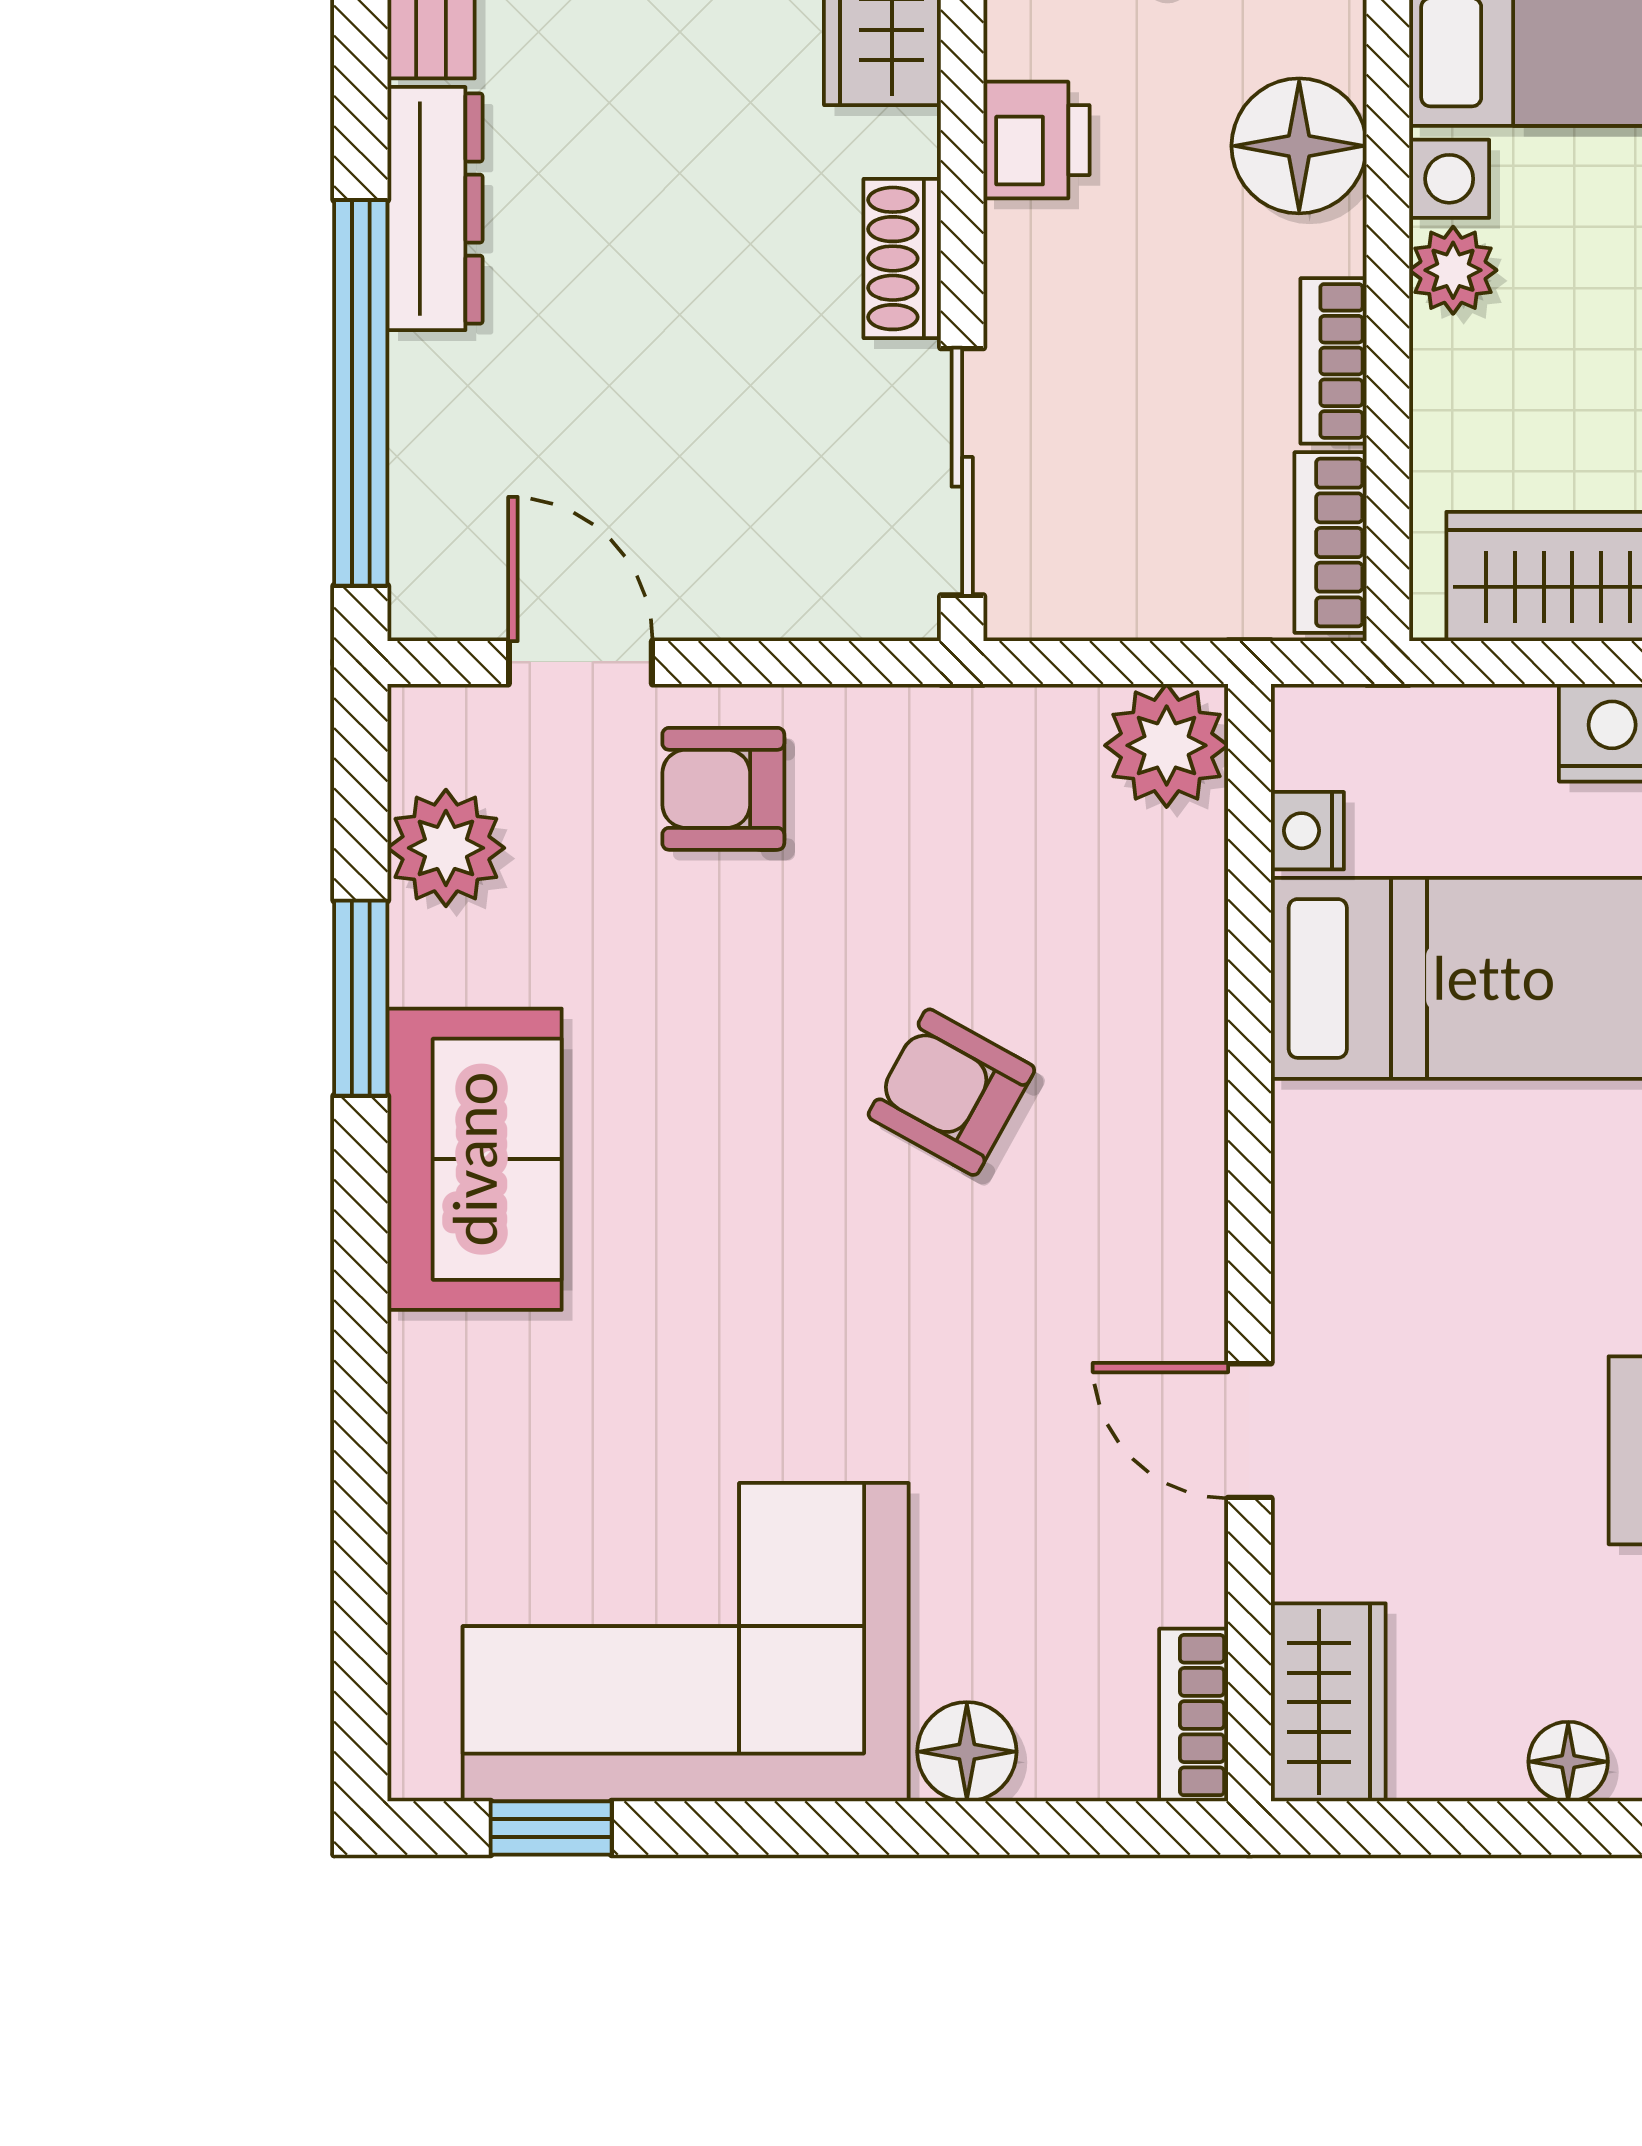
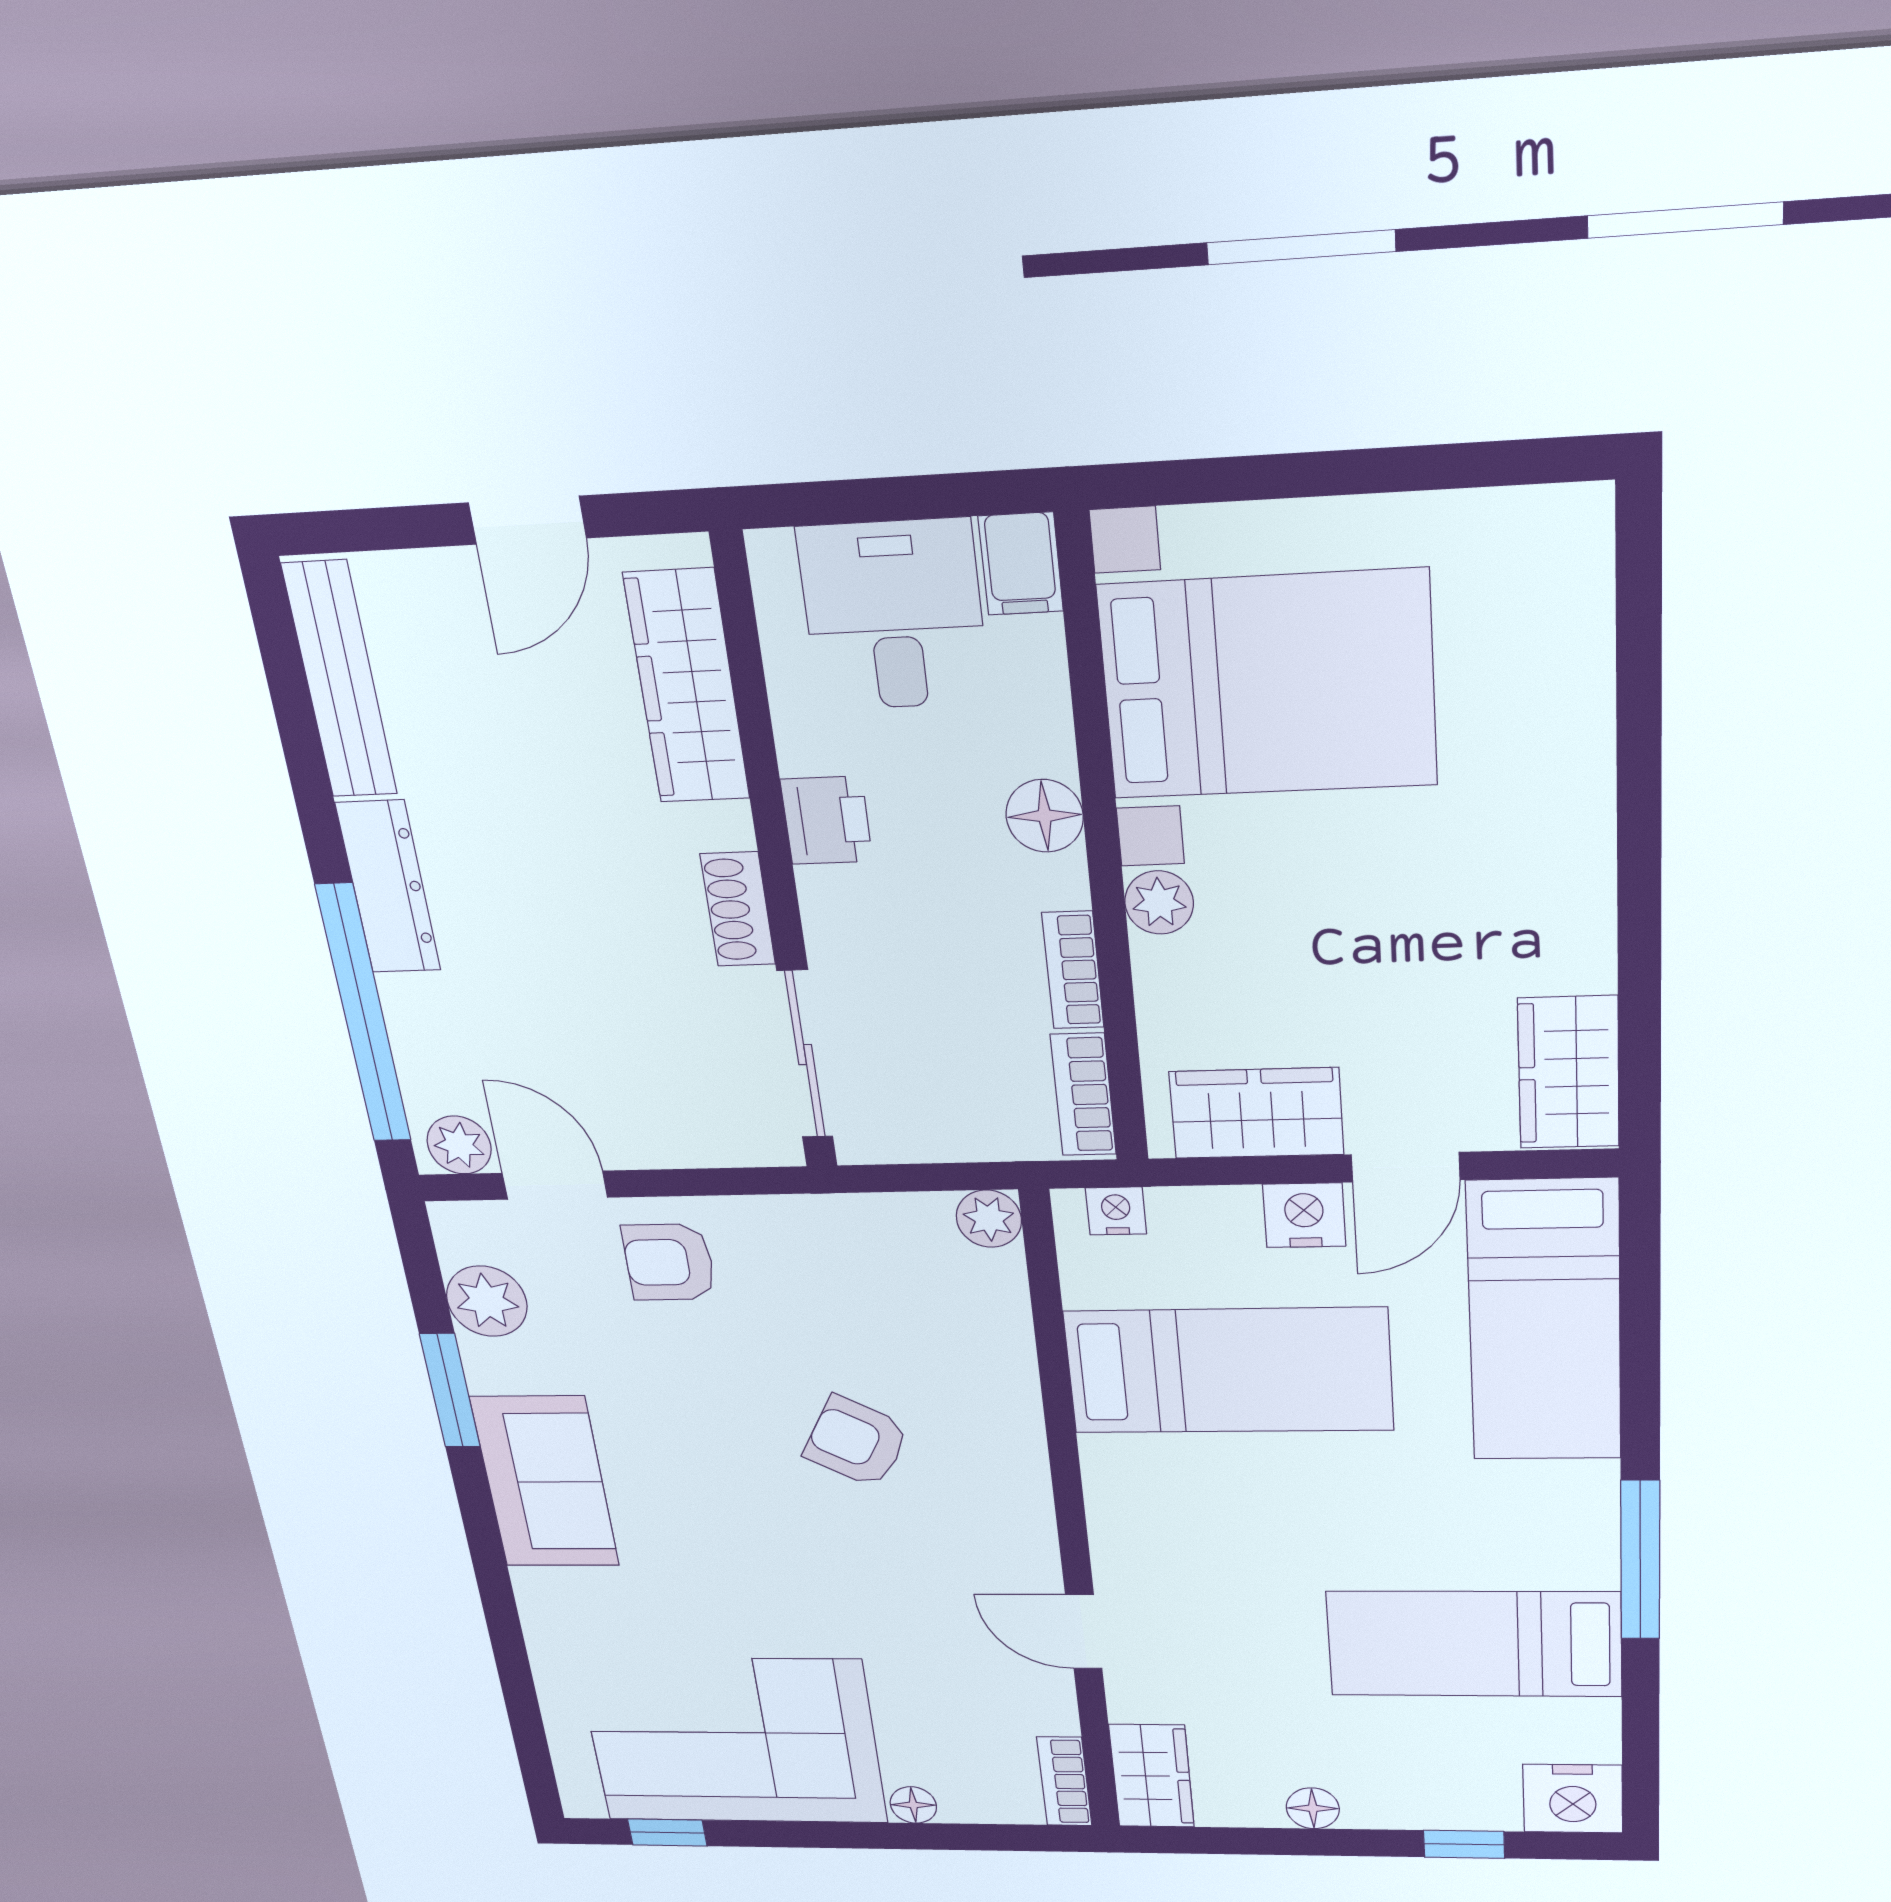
floor lamp: (1299, 146) -> (1045, 816), width x0.73, depth x0.73
plant: (455, 596) -> (459, 1145), added
plant: (1167, 745) -> (989, 1219), width x0.73, depth x0.73
nightstand: (1307, 831) -> (1116, 1211), moved, turned 90
floor lamp: (967, 1752) -> (913, 1805), width x0.73, depth x0.73

